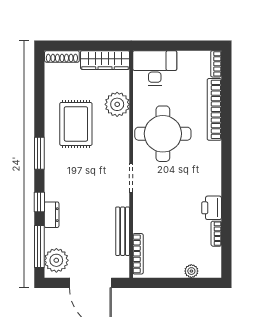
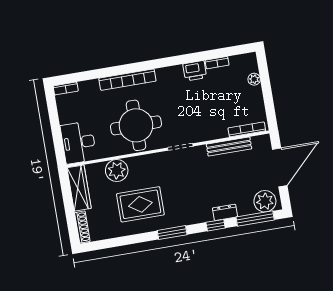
bookcase: (214, 109) -> (127, 80), moved

